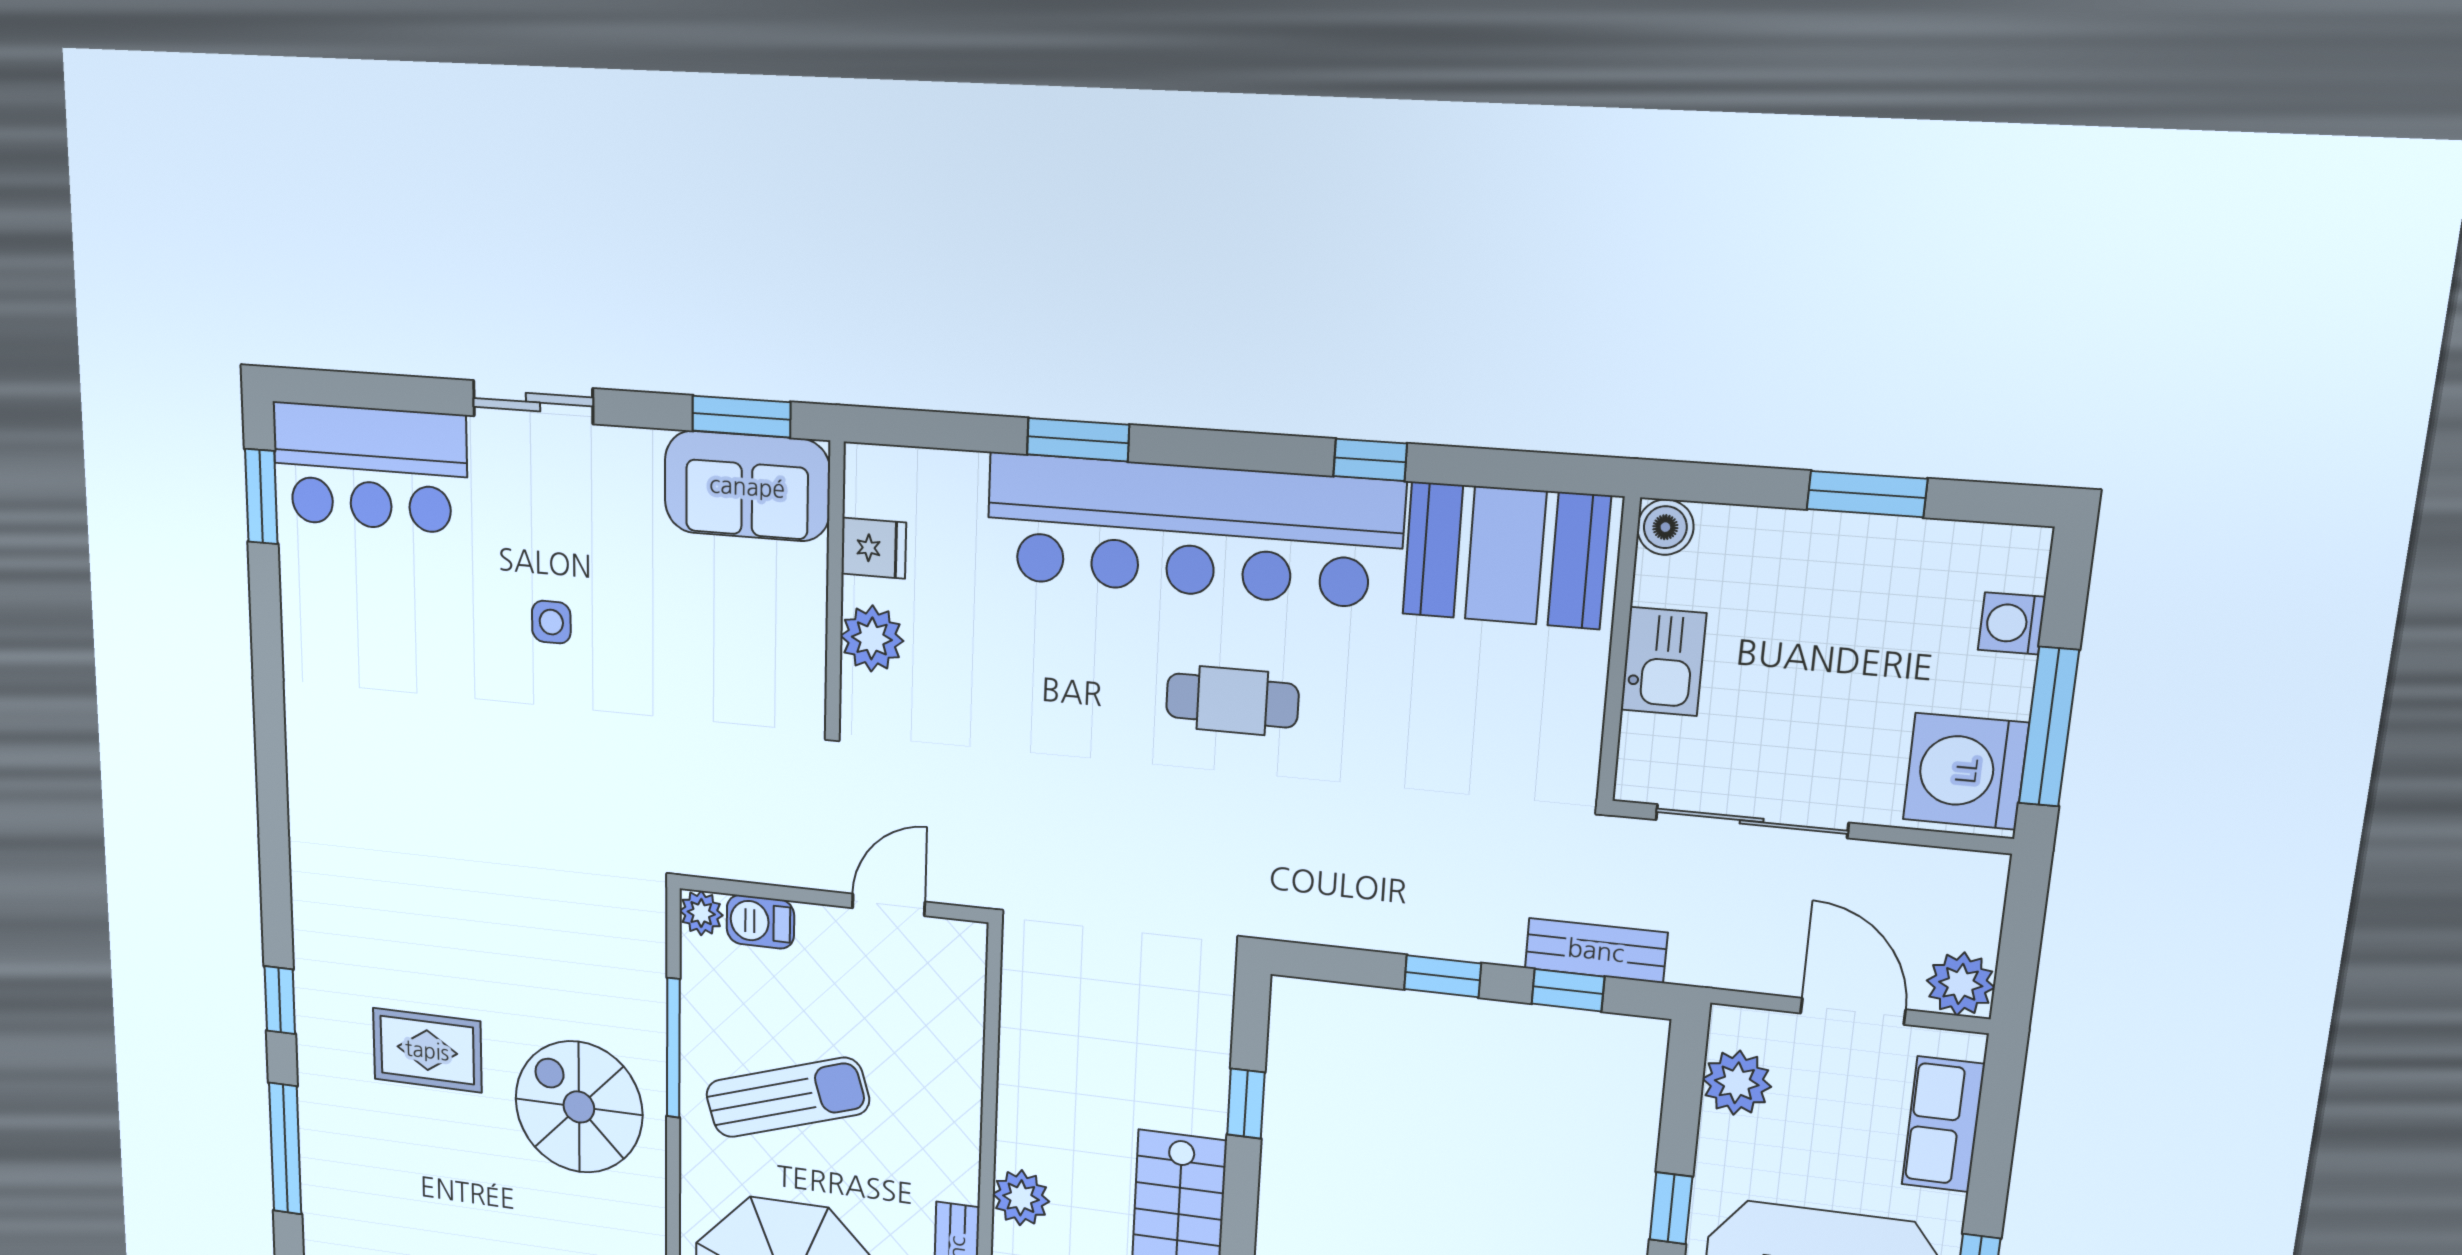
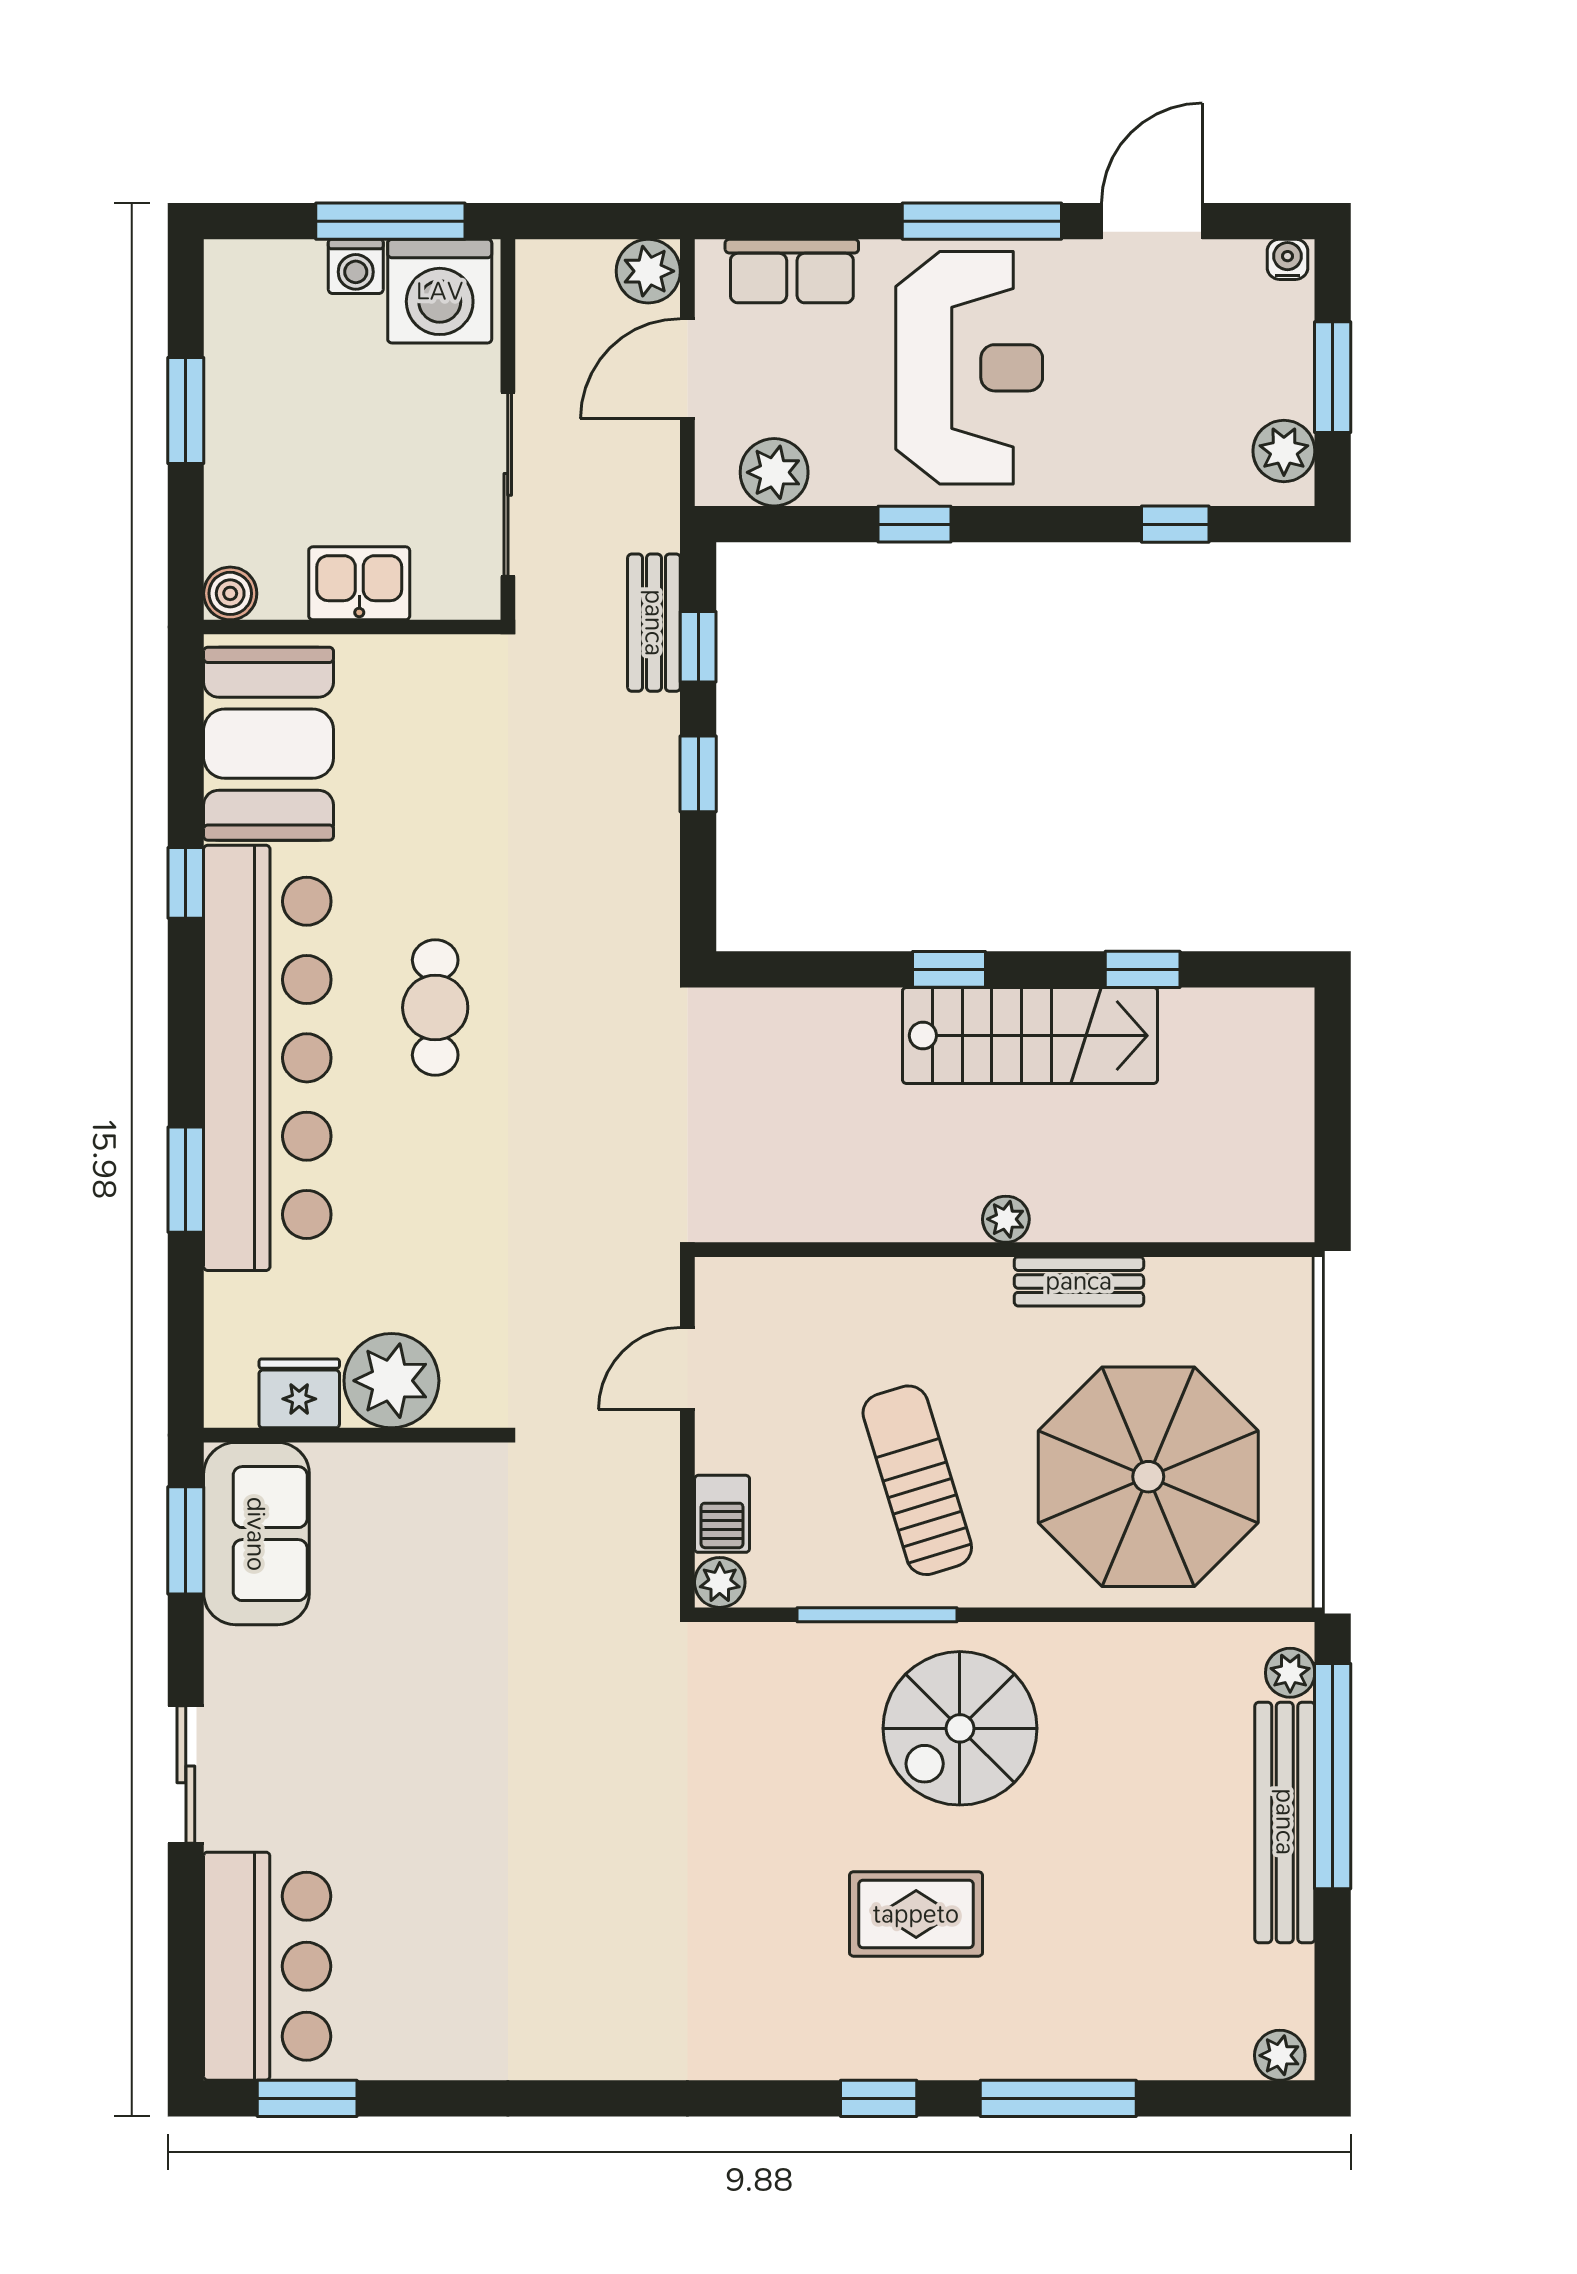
fridge: (874, 548) -> (299, 1393), width x1.38
side table: (551, 622) -> (417, 1756), removed
washing machine: (2012, 623) -> (356, 266), moved
plant: (872, 638) -> (391, 1381), width x1.36, depth x1.36
door: (889, 905) -> (687, 1368), hinge flipped
rug: (427, 1050) -> (916, 1914), turned 90
window: (1246, 1104) -> (949, 969), moved
plant: (1021, 1198) -> (1006, 1219), width x0.73, depth x0.73

